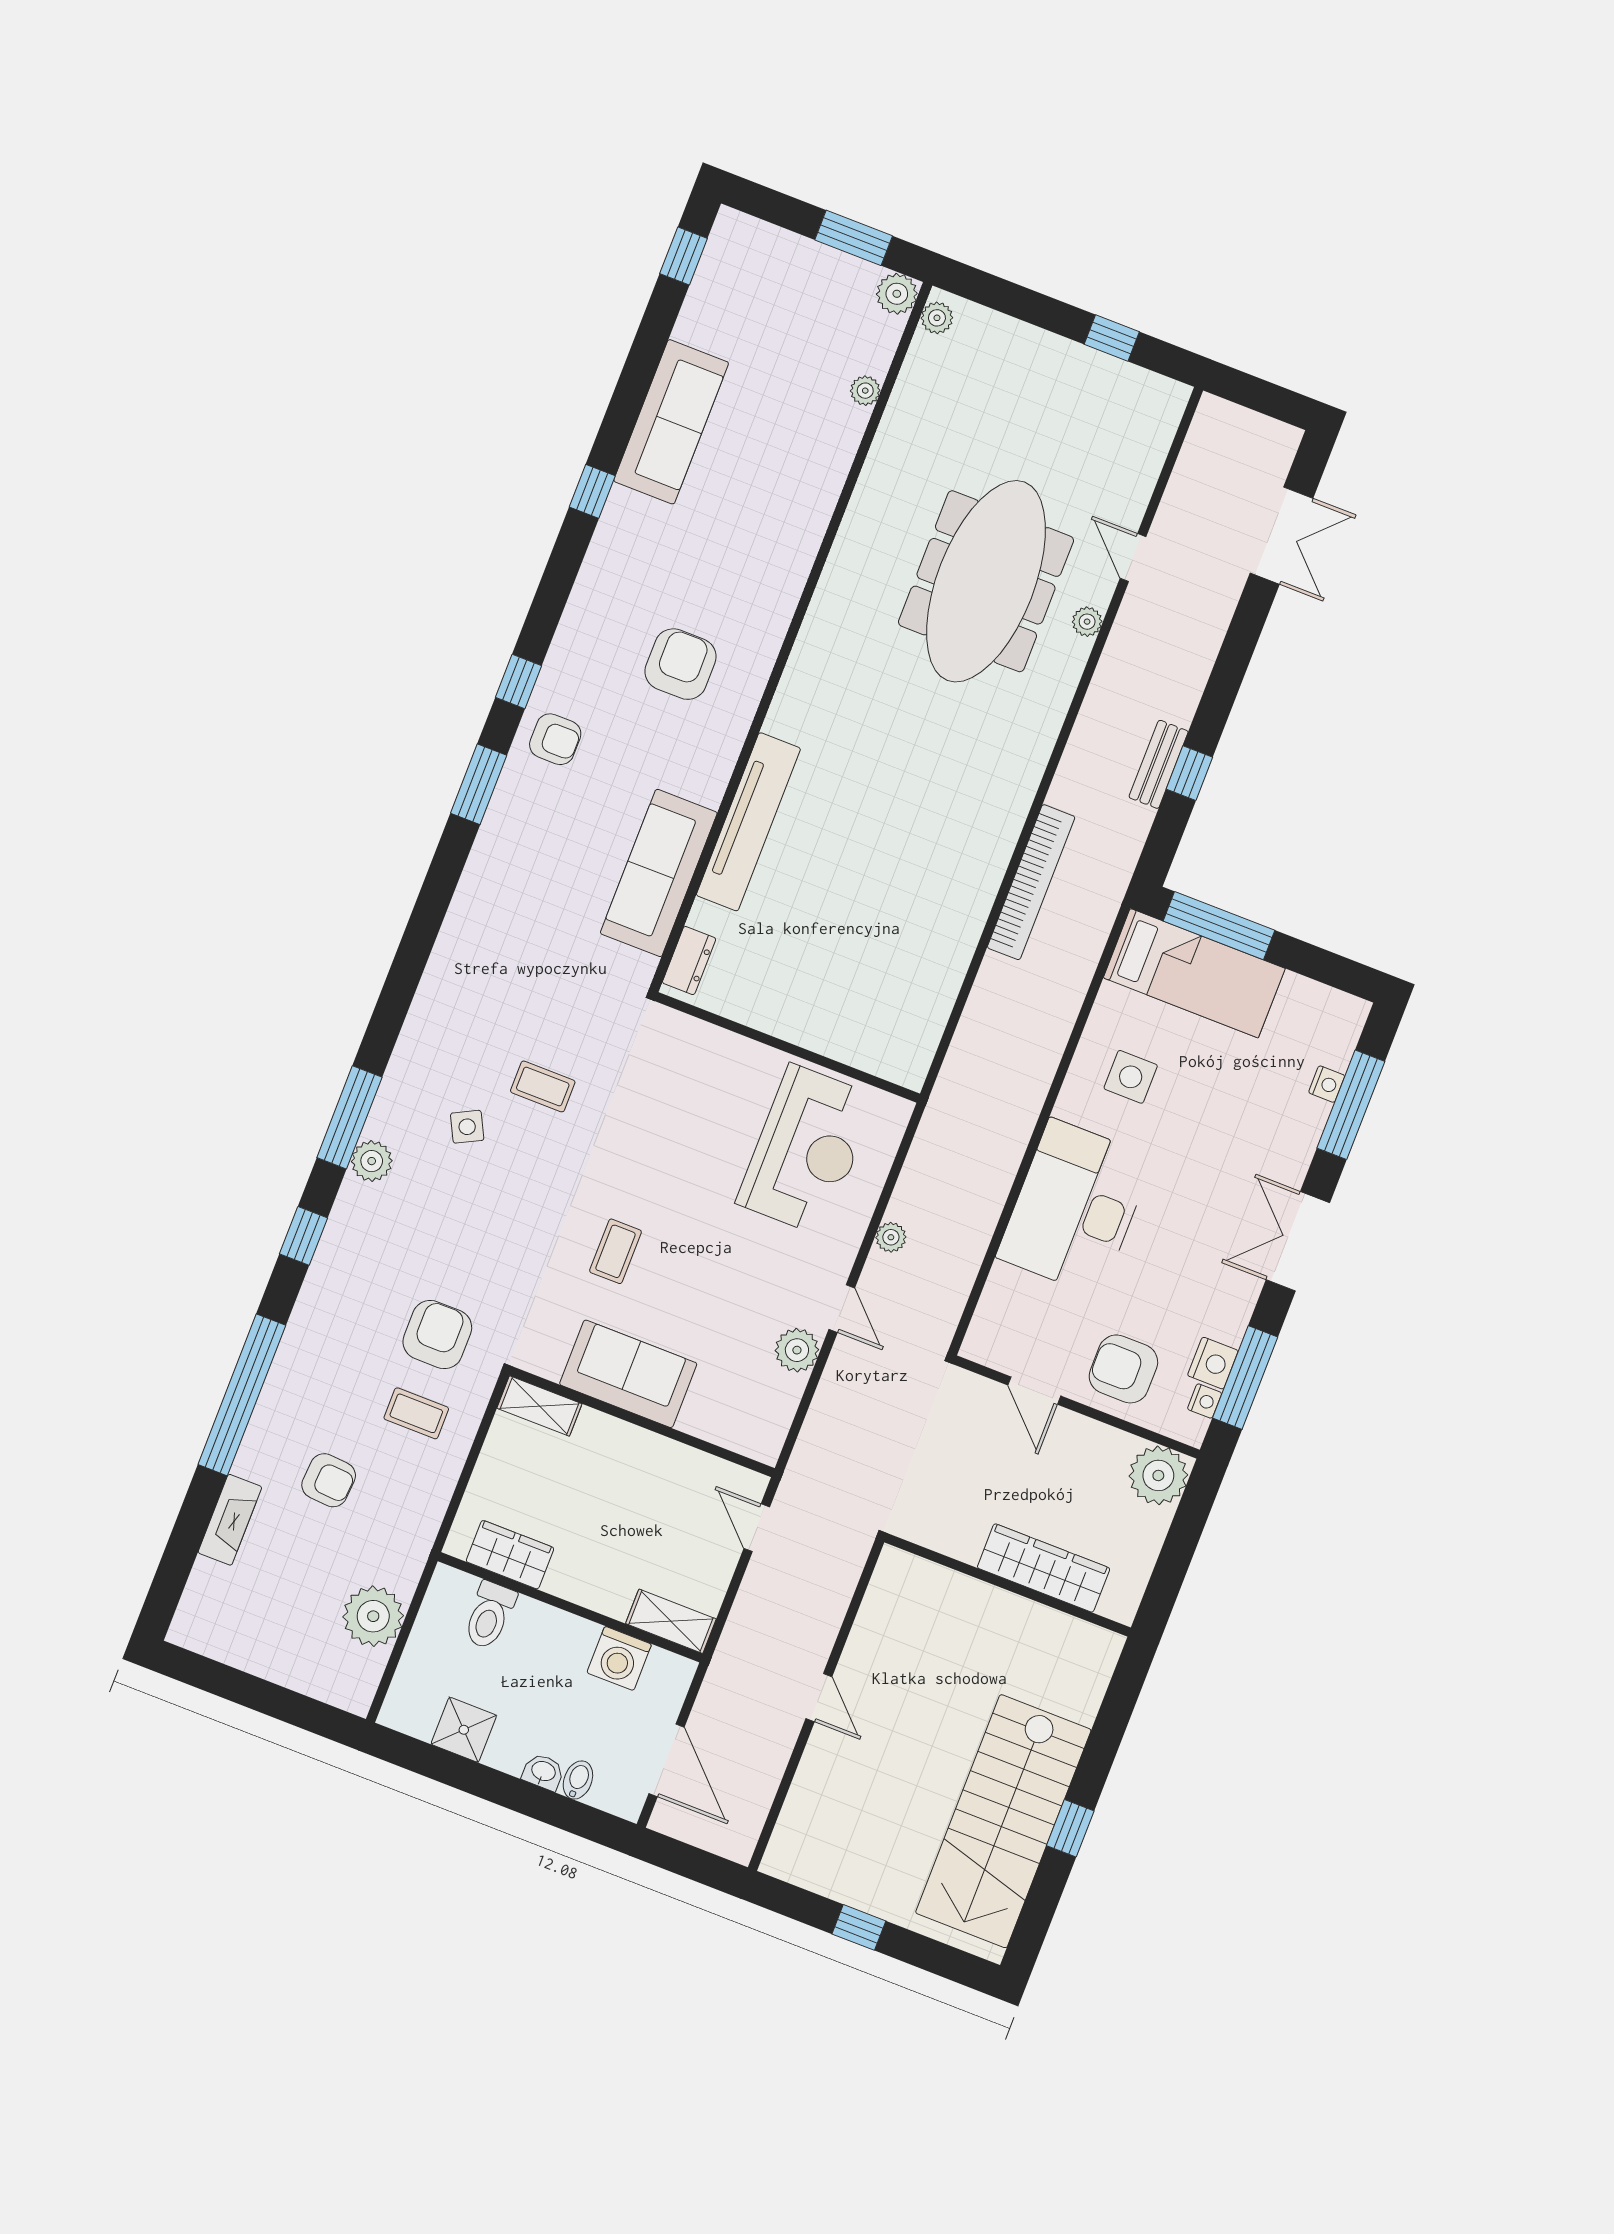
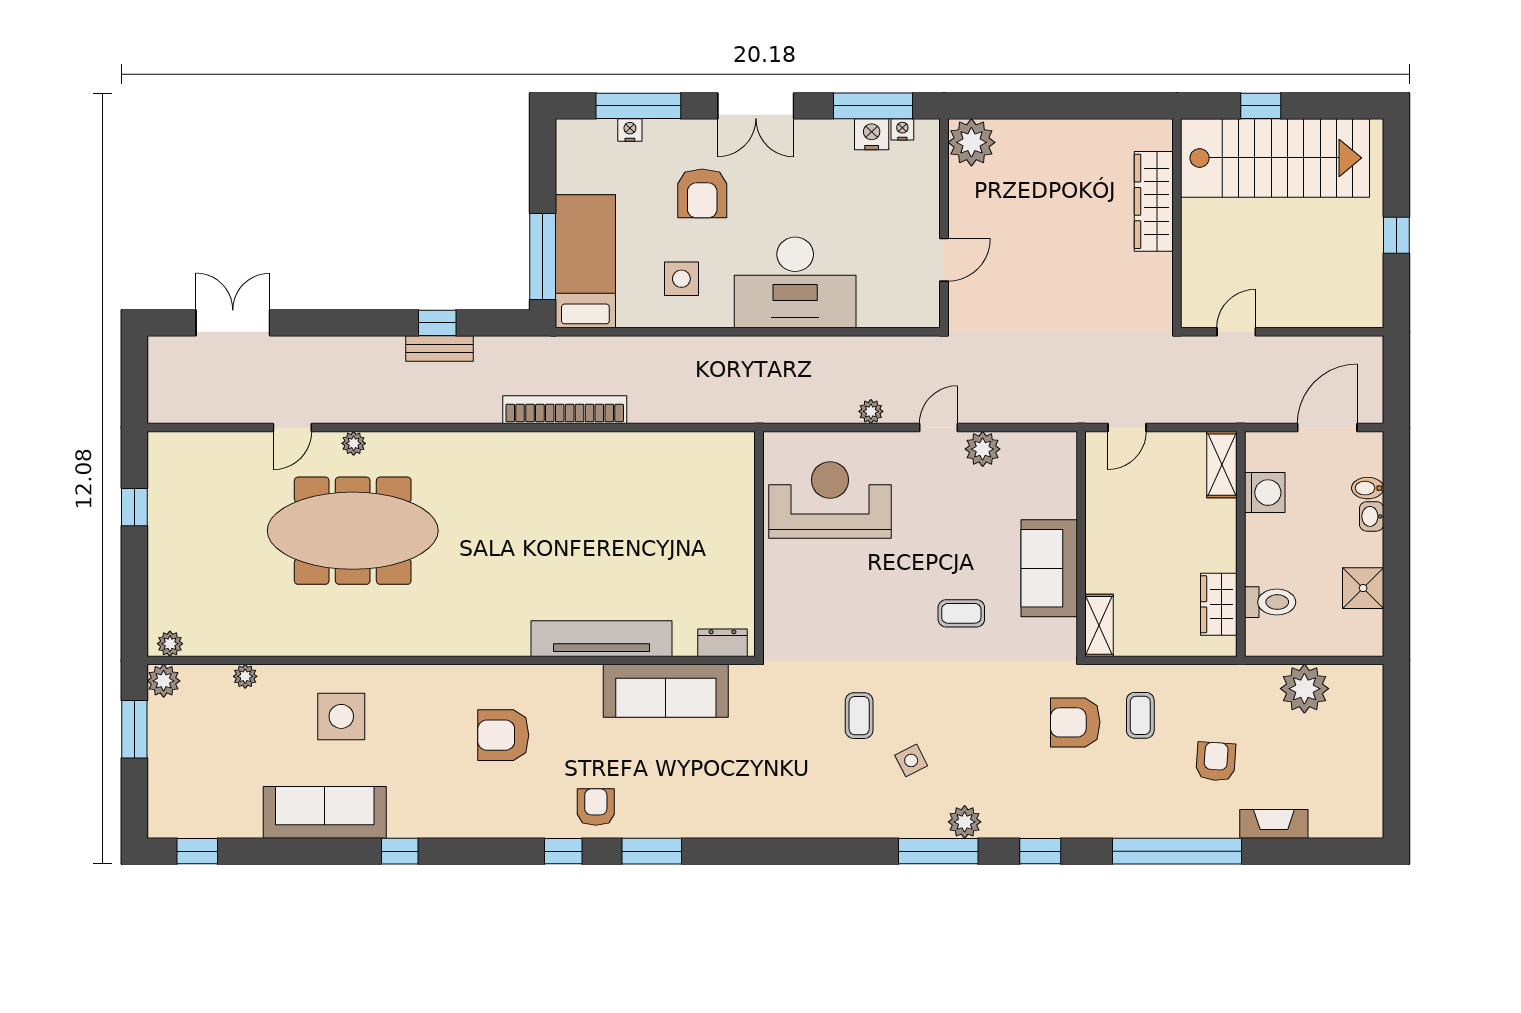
side table: (775, 484) -> (341, 716), added
armchair: (1123, 1369) -> (702, 193), moved
wardrobe: (1044, 1568) -> (1154, 201), moved
wall: (1008, 1585) -> (1177, 223), moved

